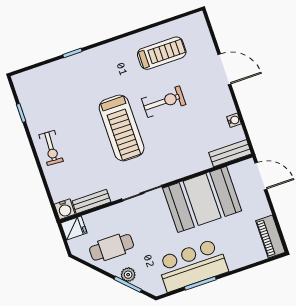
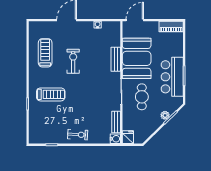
treadmill: (122, 128) -> (51, 94), moved, width x0.73, depth x0.73
bench: (230, 153) -> (116, 59), moved
cafe table: (112, 247) -> (142, 97), moved

